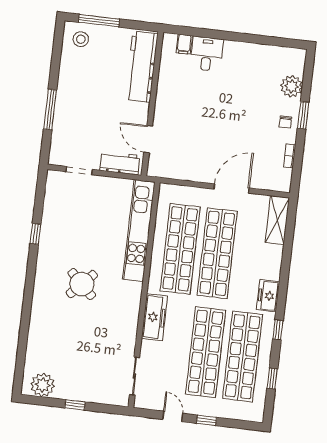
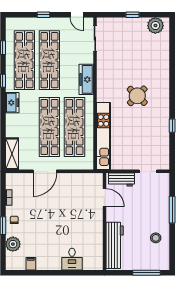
stool: (81, 39) -> (156, 238), moved
filing cabinet: (184, 44) -> (31, 264), moved
door: (173, 416) -> (77, 15), moved

